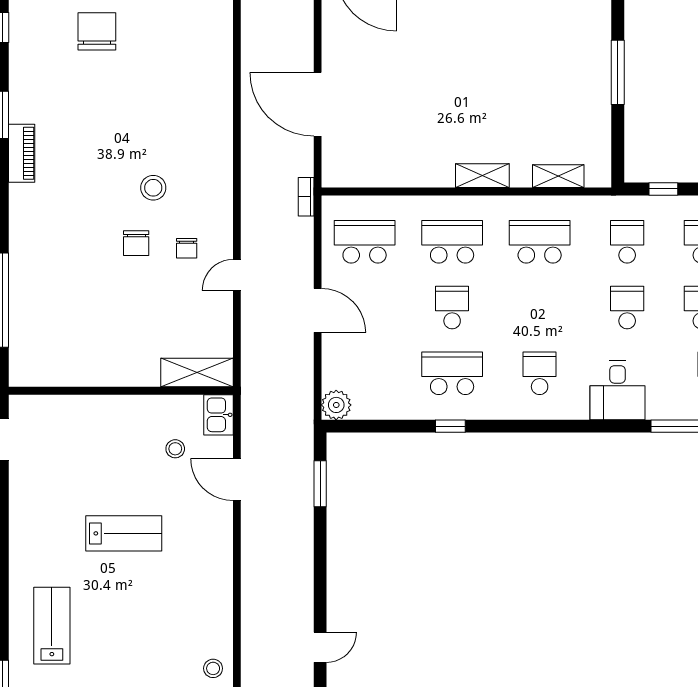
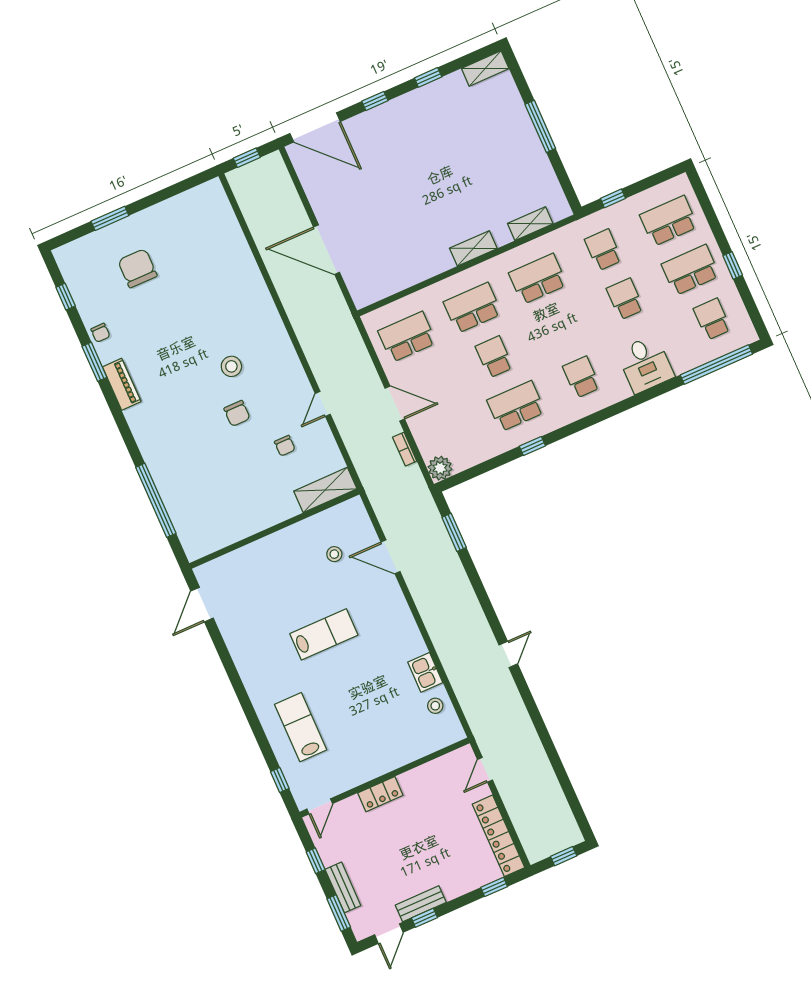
chair: (23, 85) -> (100, 333), added
bookcase: (306, 197) -> (405, 449), moved
chair: (187, 248) -> (285, 446), moved
kitchen sink: (218, 415) -> (425, 672), moved

